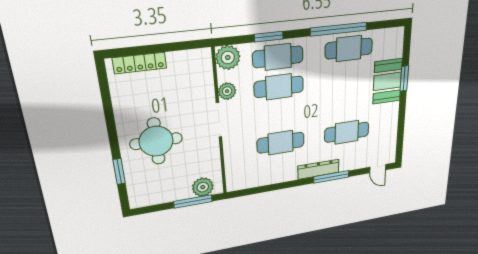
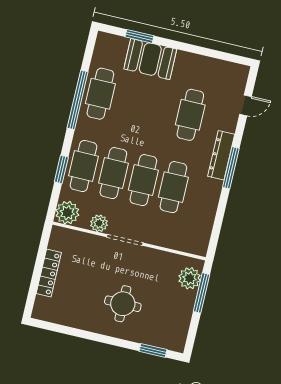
locker: (140, 63) -> (49, 273), moved
window: (404, 78) -> (139, 36), moved
cafe table: (280, 115) -> (143, 180), added
round table: (156, 141) -> (123, 304), width x0.73, depth x0.73
door: (378, 169) -> (245, 105), moved
window: (119, 171) -> (153, 350), moved
window: (331, 177) -> (231, 168), moved

